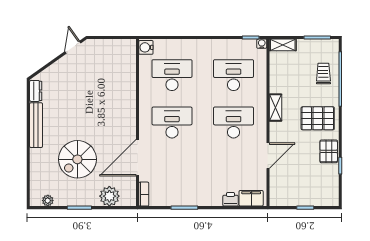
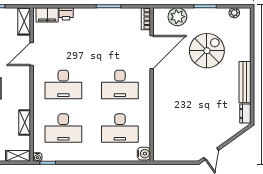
shelving: (276, 108) -> (25, 123), moved
shelving: (276, 191) -> (24, 21), added

